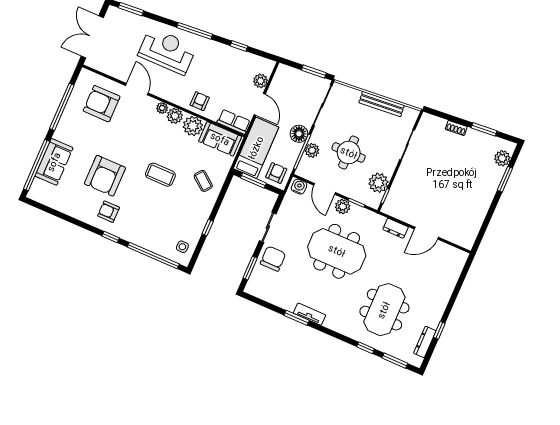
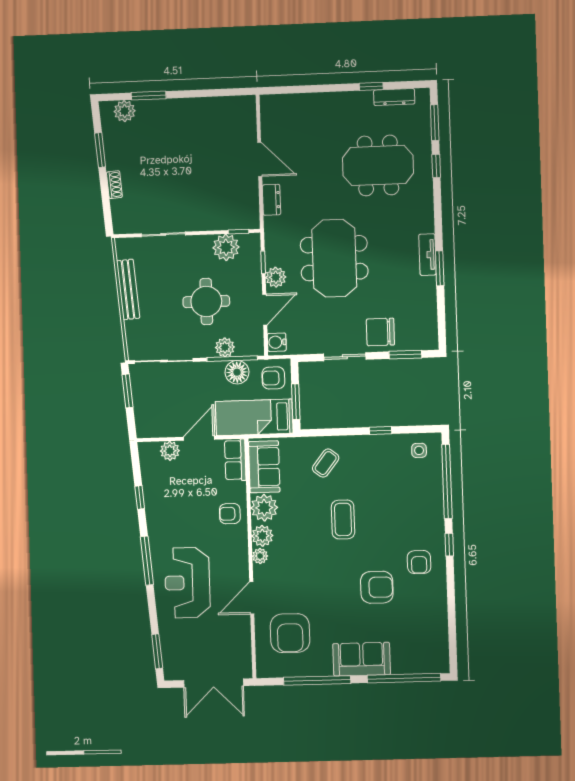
floor lamp: (299, 134) -> (237, 372), moved
sofa: (54, 162) -> (362, 659), moved
armchair: (105, 176) -> (377, 587), width x0.73, depth x0.73

